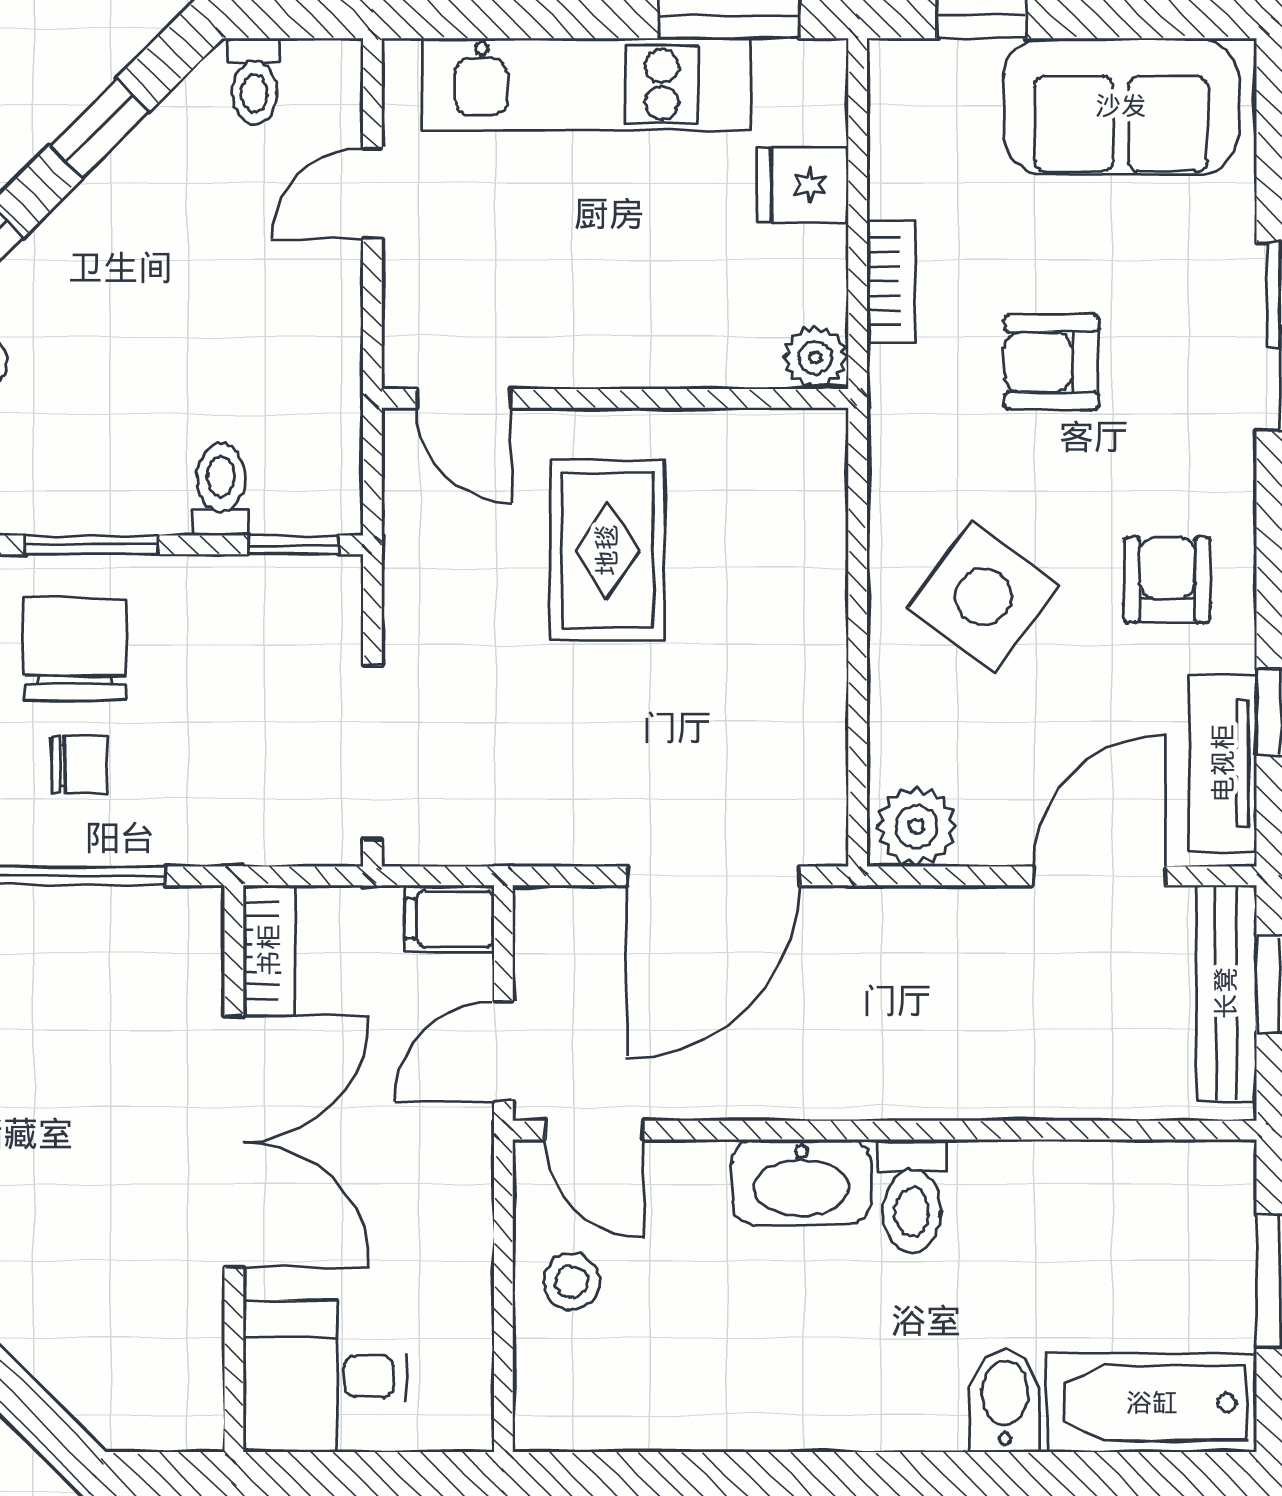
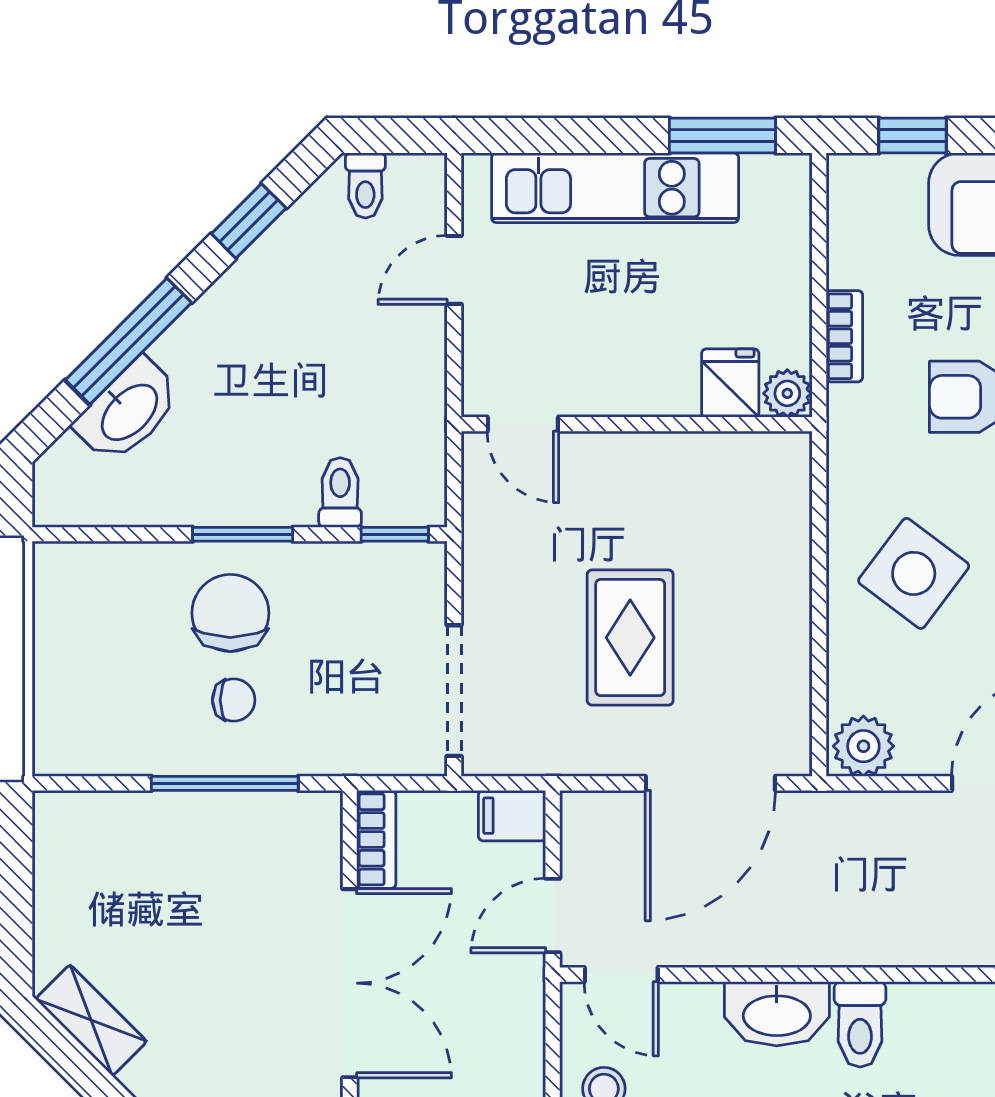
fridge: (803, 185) -> (730, 383), moved, turned 90
rug: (607, 550) -> (630, 638), moved

